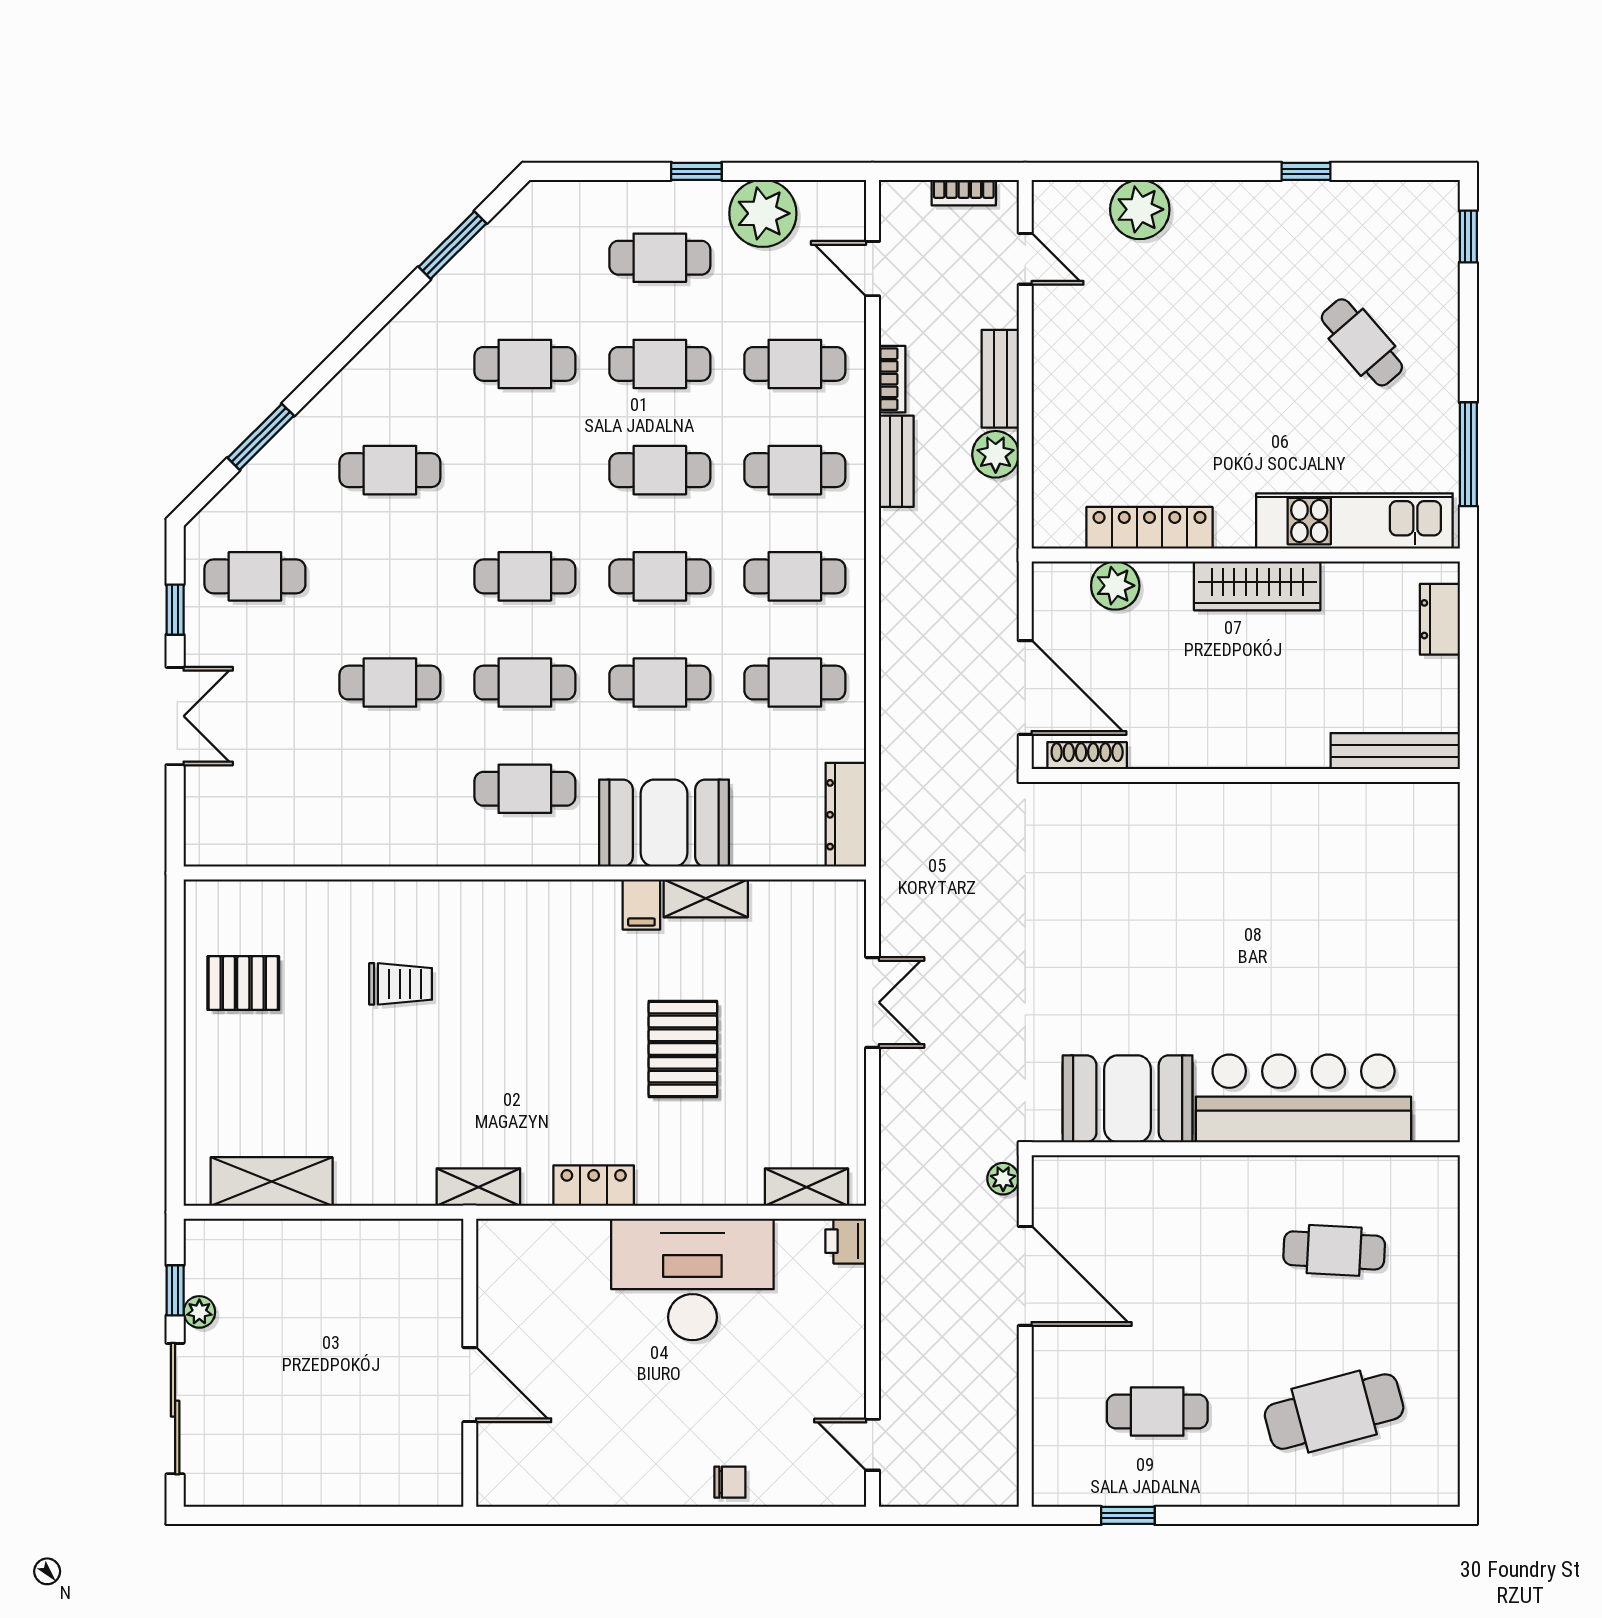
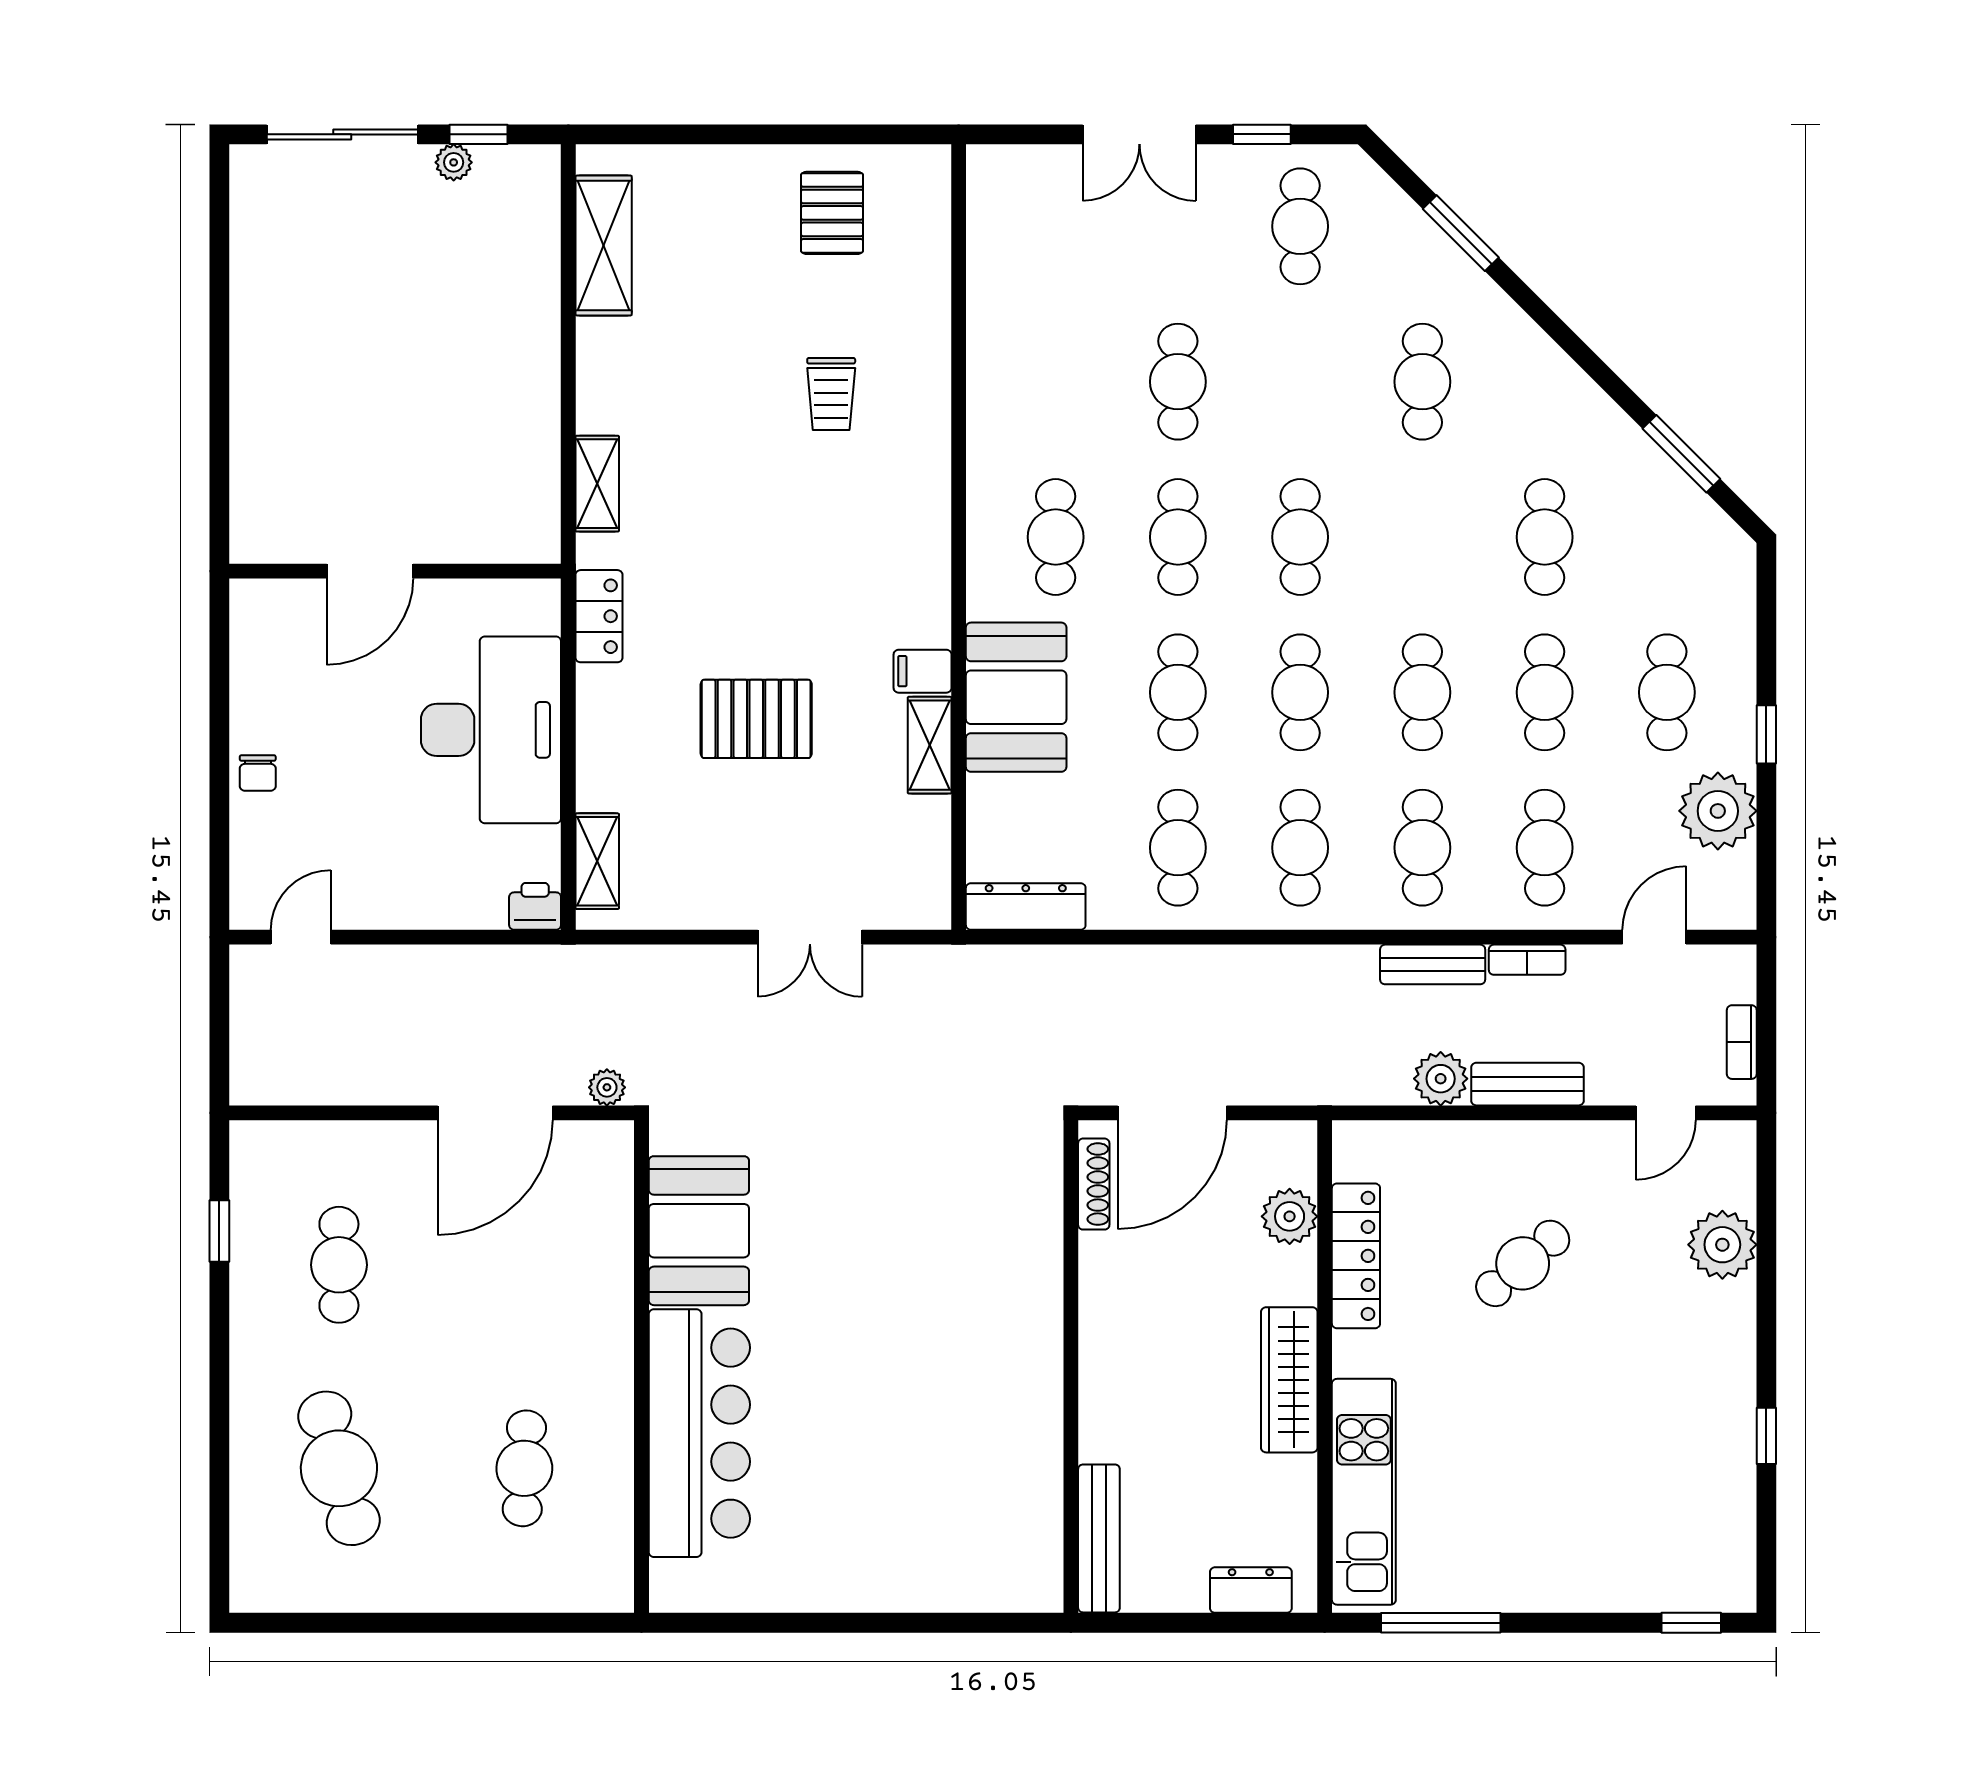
cafe table: (1362, 342) -> (1523, 1263), moved
wall: (470, 1363) -> (395, 571), moved
door: (470, 1385) -> (370, 571), moved

